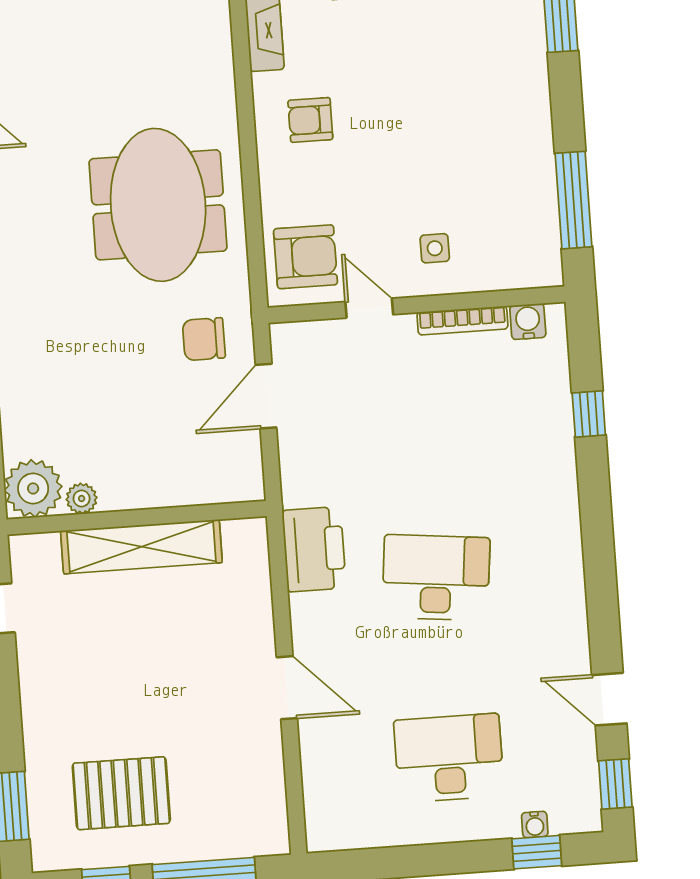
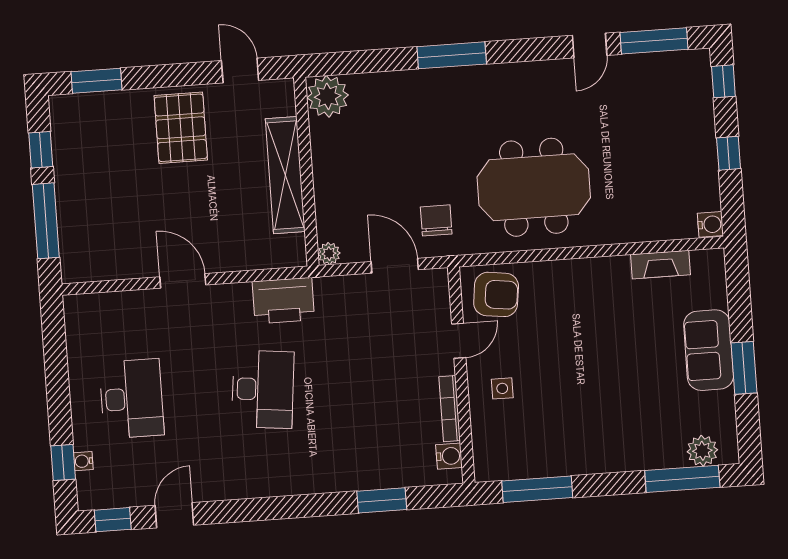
armchair: (310, 120) -> (596, 298), removed
armchair: (306, 257) -> (496, 294), turned -83
window: (589, 414) -> (382, 500), width x1.50
plant: (82, 499) -> (329, 254), moved
door: (287, 688) -> (183, 281), swing flipped
pallet: (121, 793) -> (181, 128), moved

